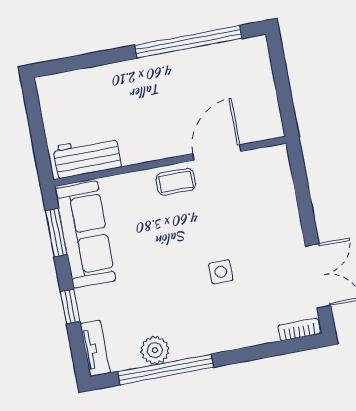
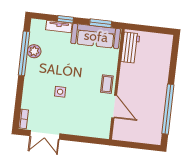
tv unit: (95, 348) -> (59, 26), moved

